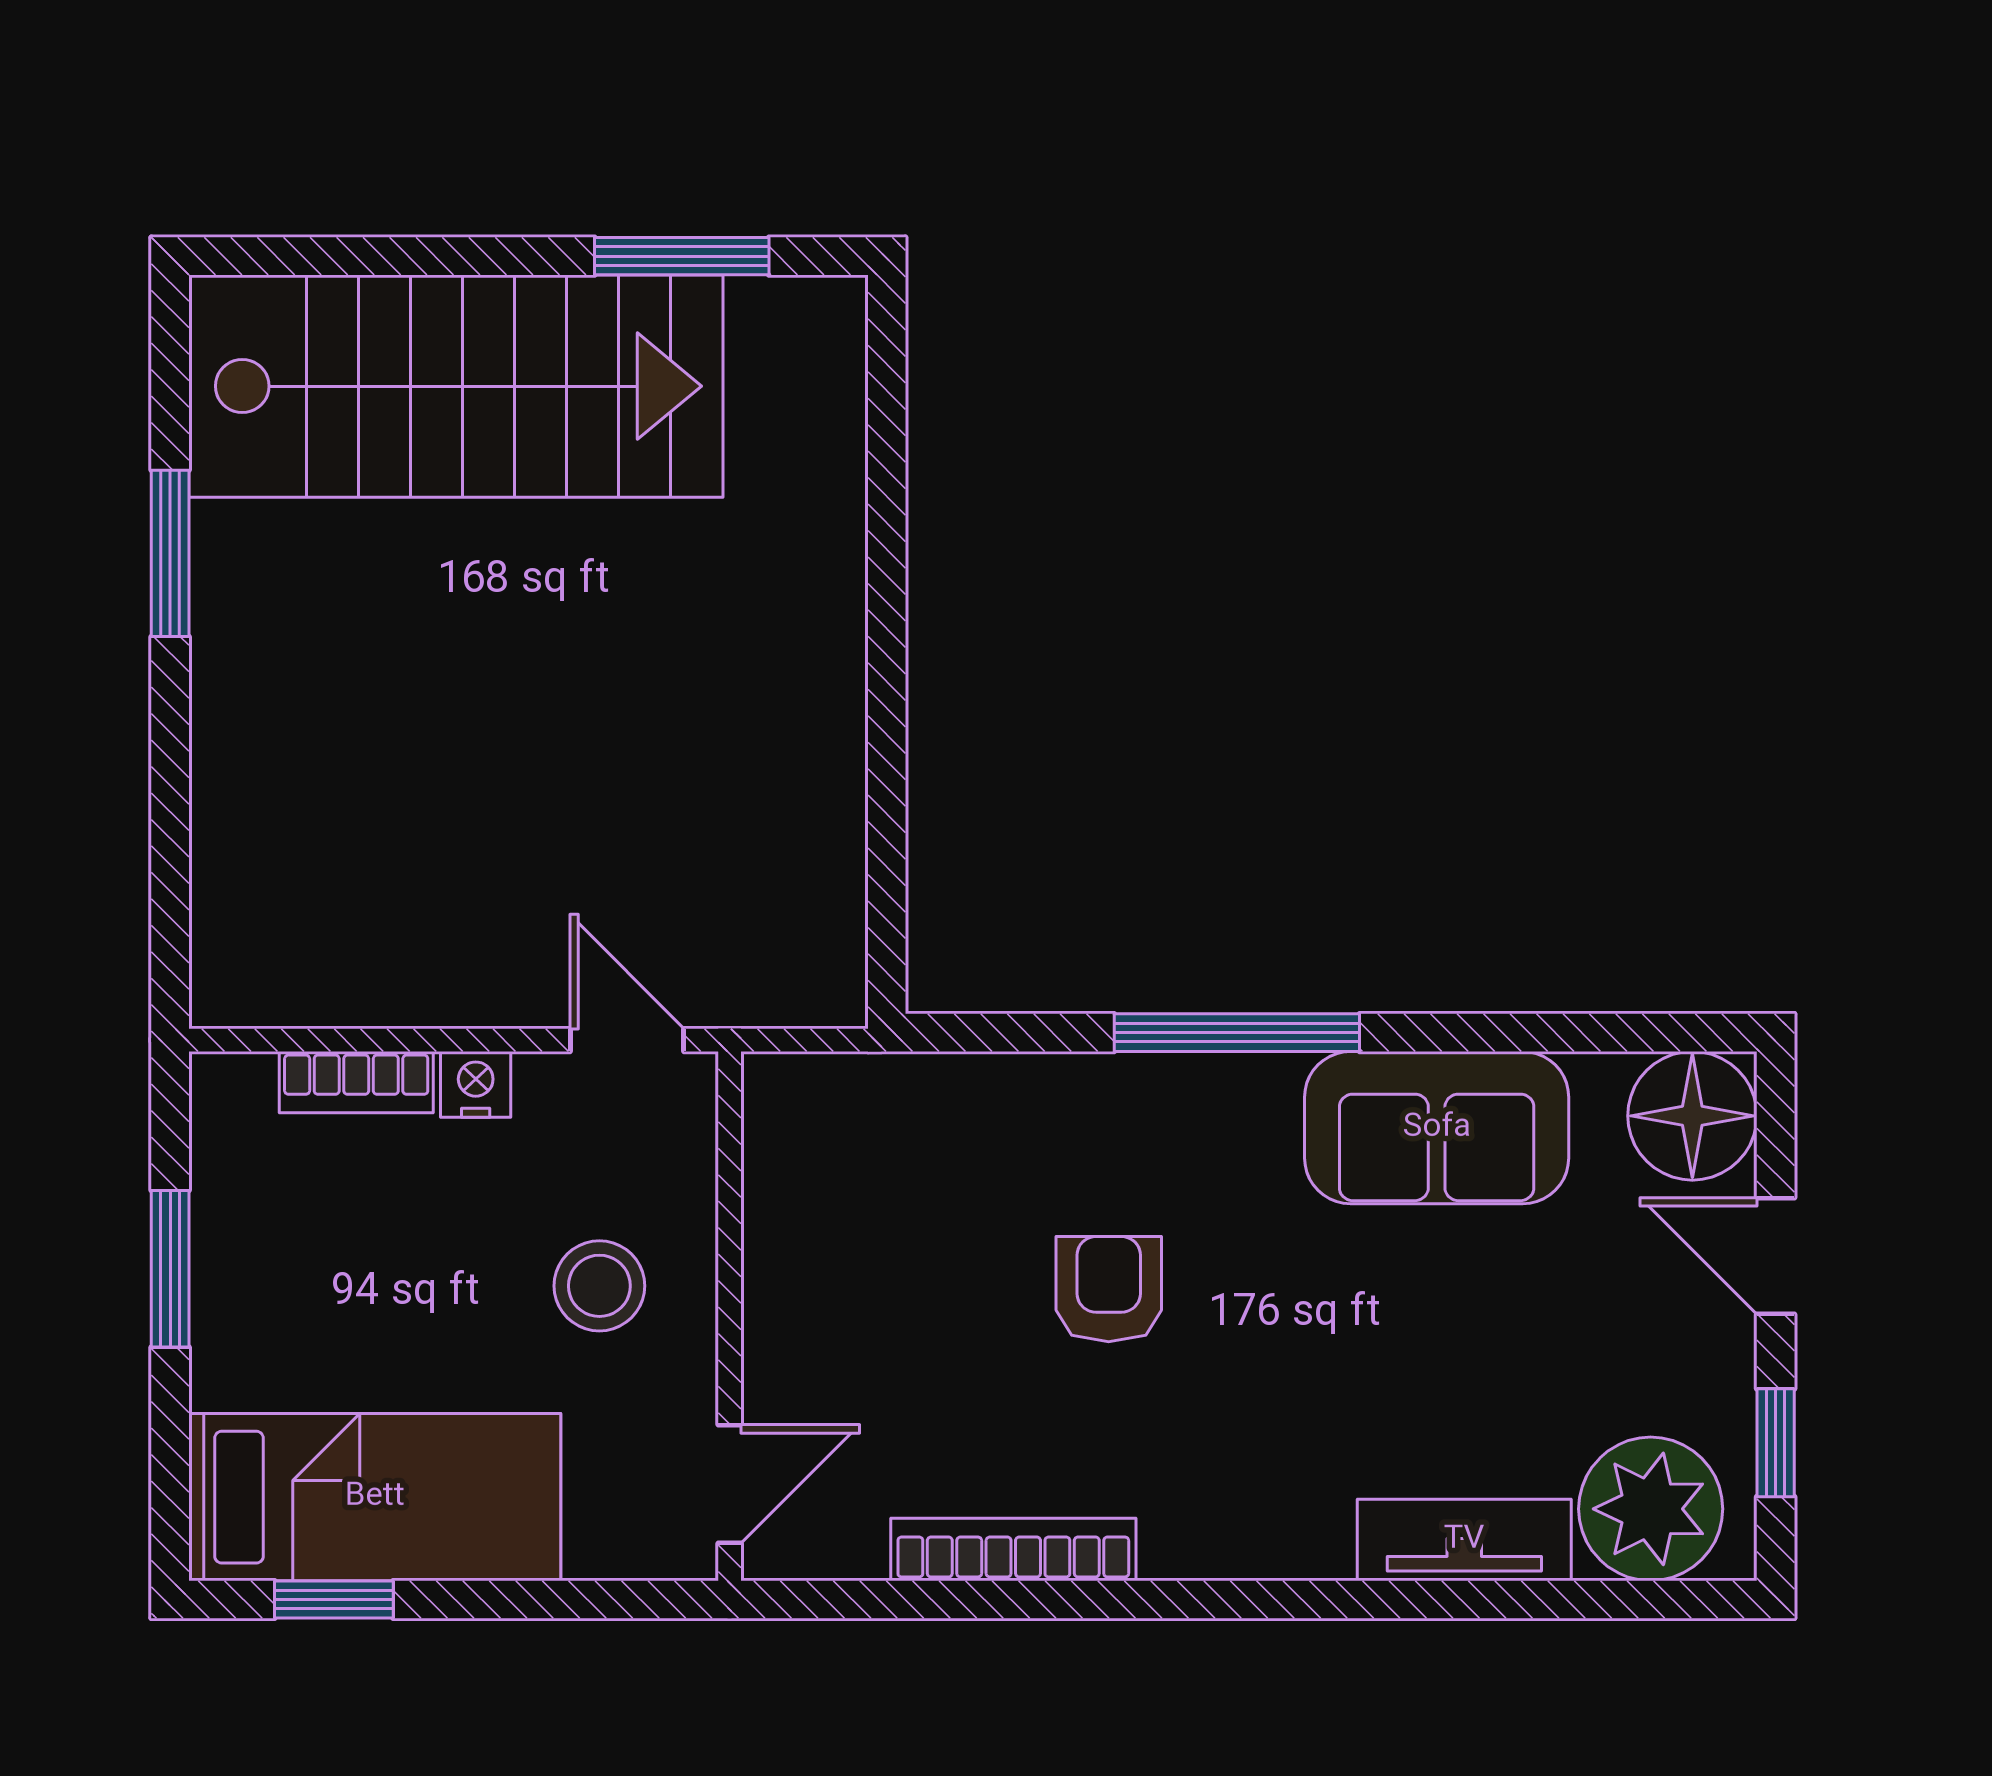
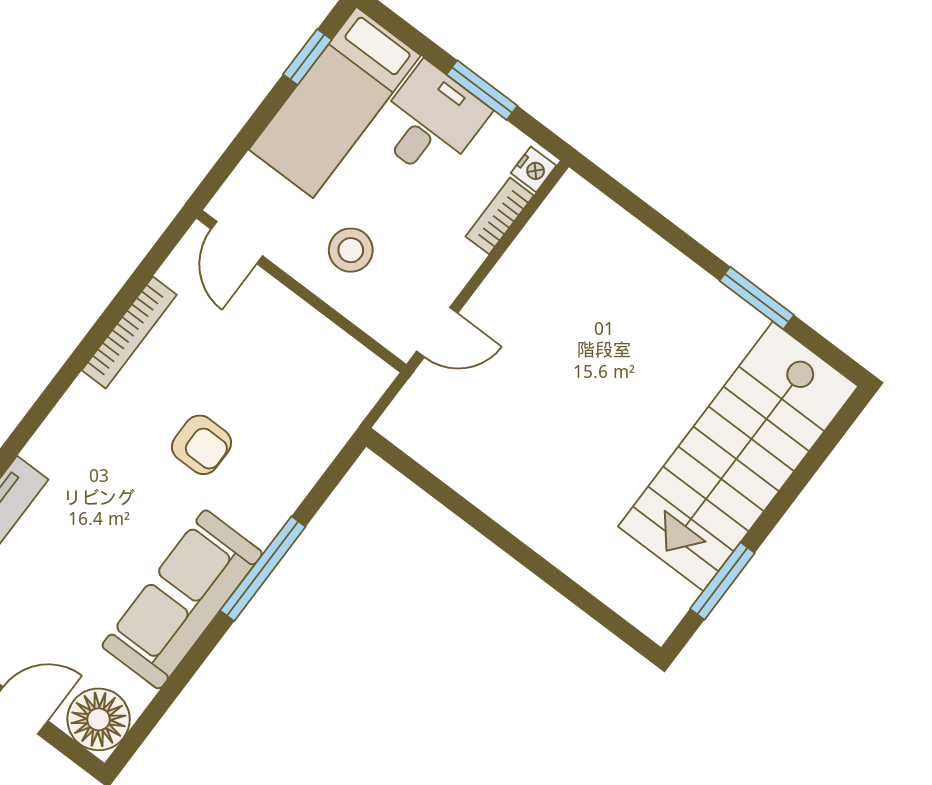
nightstand: (476, 1084) -> (534, 169), moved
sofa: (1437, 1128) -> (182, 599), width x1.36
desk: (287, 1315) -> (430, 122), added

